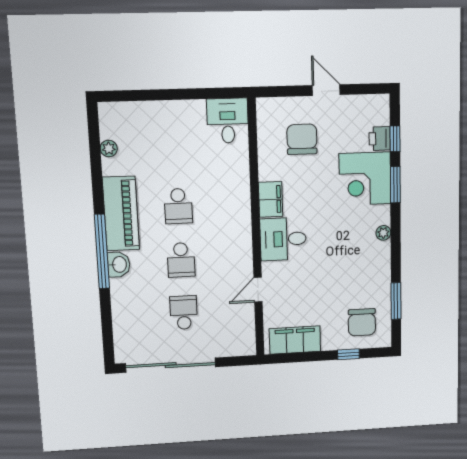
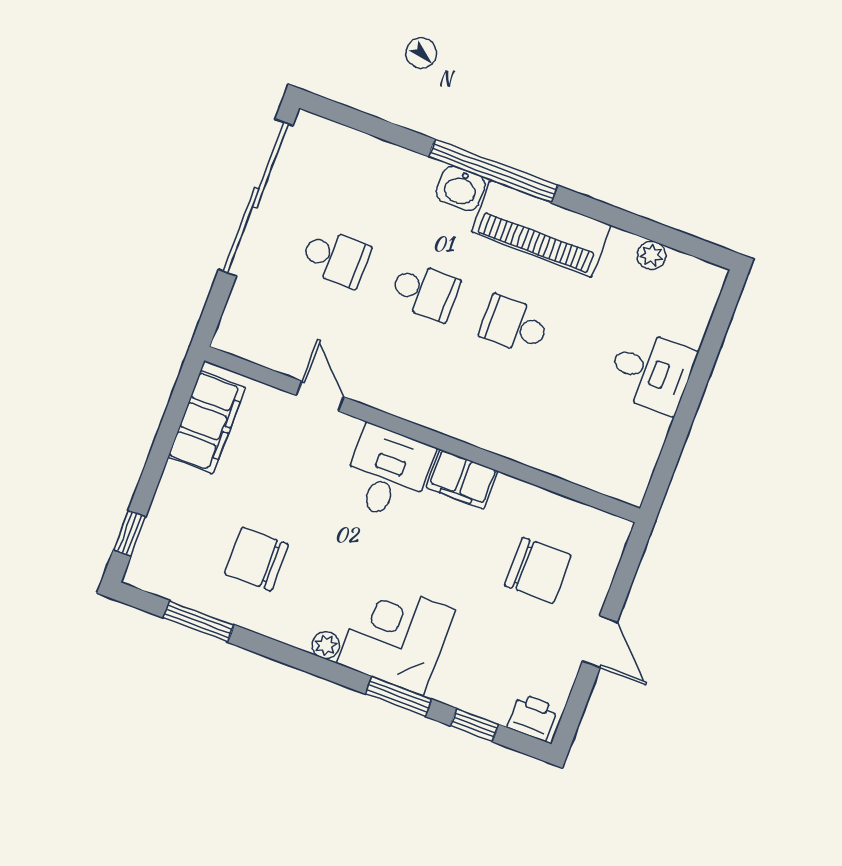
door: (326, 90) -> (600, 642), hinge flipped
desk: (228, 121) -> (651, 372), moved
printer: (380, 139) -> (533, 717), moved
corner desk: (365, 179) -> (396, 636), moved
school desk: (181, 260) -> (425, 291), turned 180
chair: (362, 322) -> (257, 559), moved
window: (348, 354) -> (129, 533), moved

